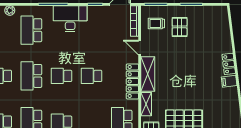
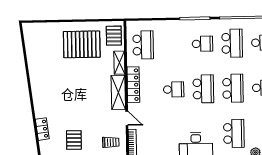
pallet: (180, 27) -> (74, 140), moved
locker: (229, 64) -> (42, 129), moved
school desk: (61, 76) -> (203, 89), width x1.85
filing cabinet: (229, 81) -> (38, 87), removed

